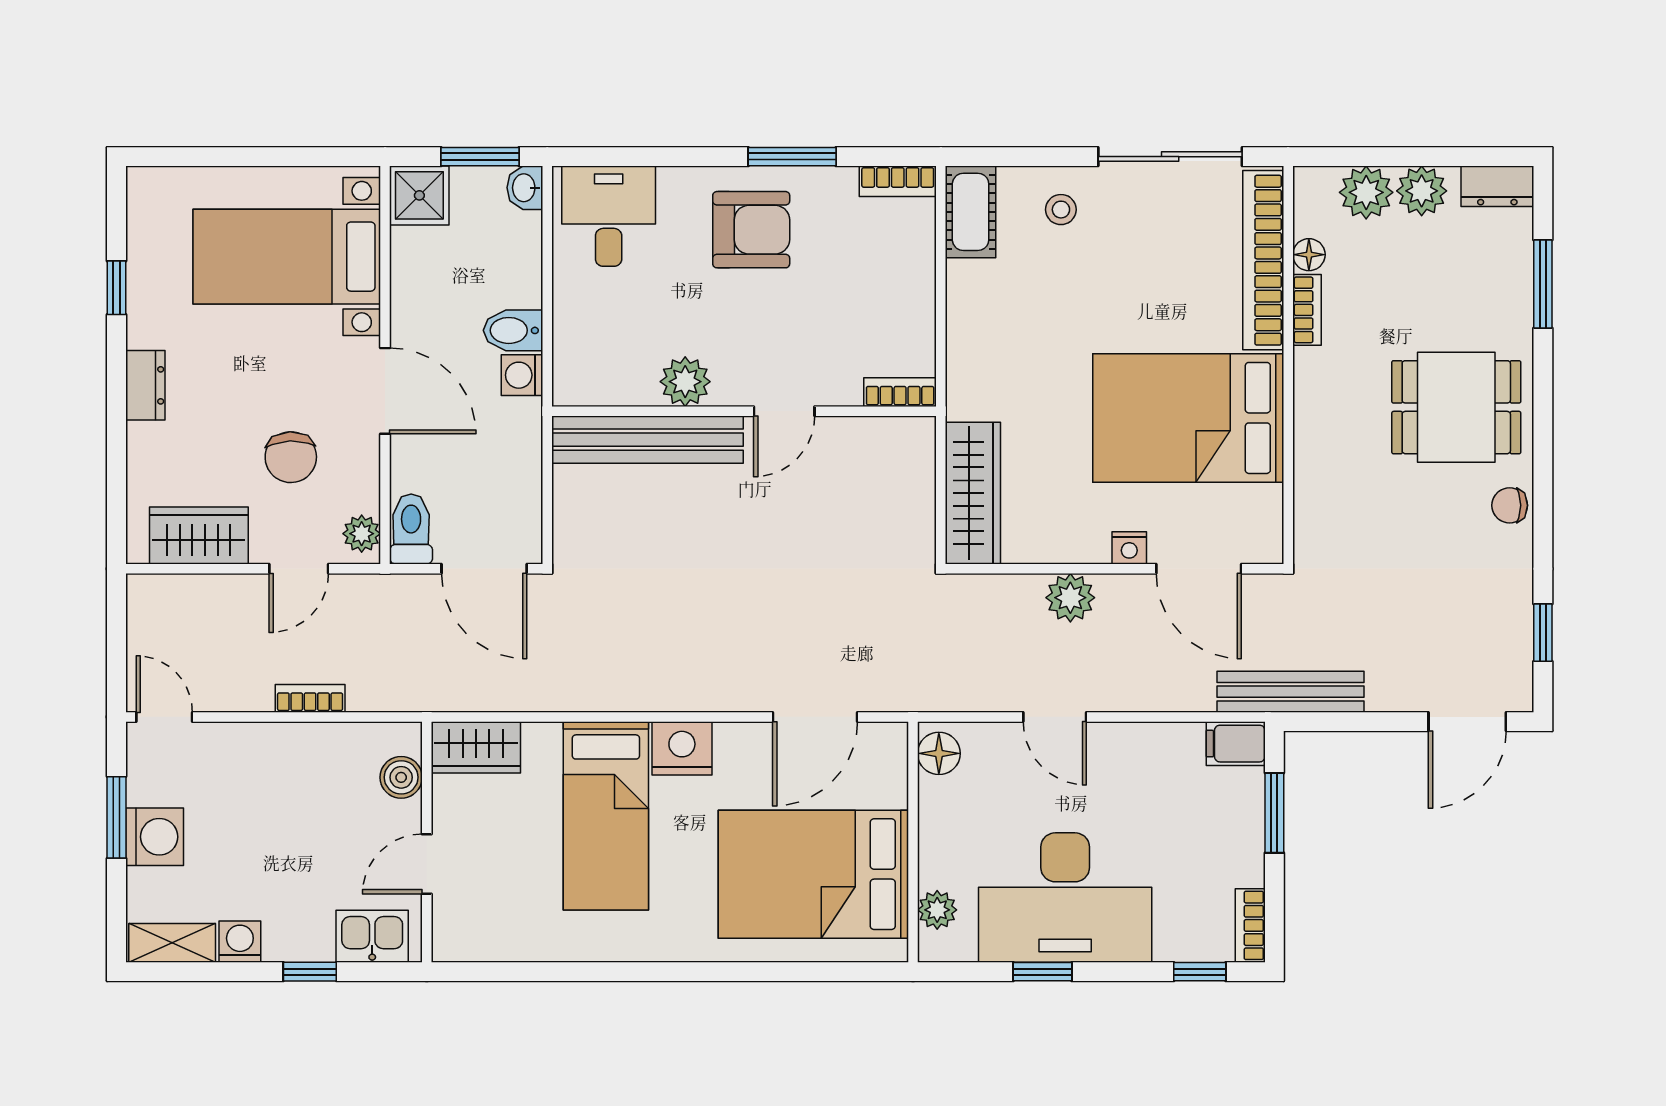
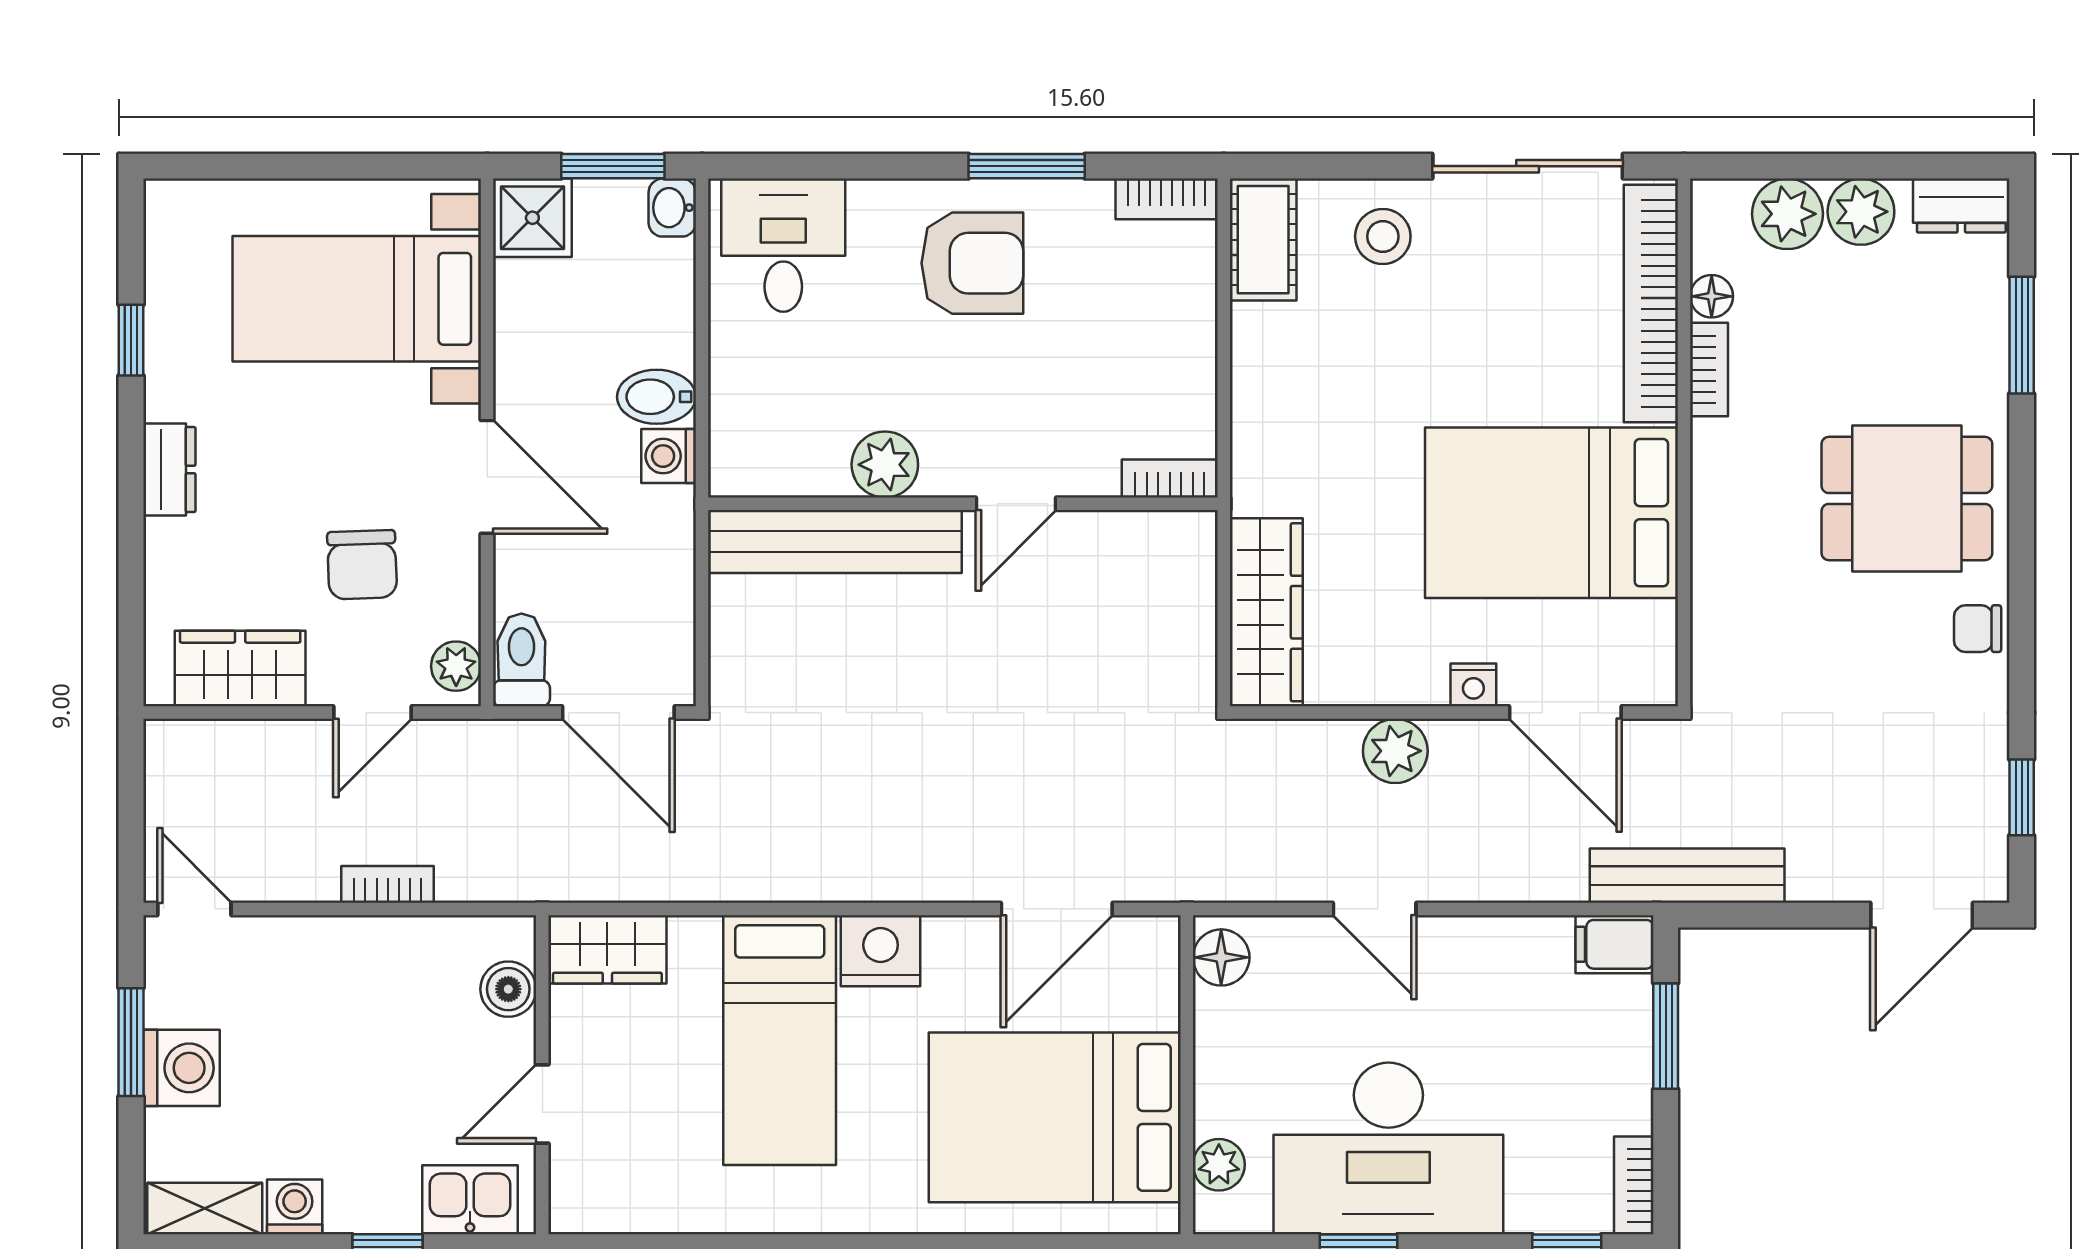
stool: (1061, 210) -> (1383, 236), width x1.37, depth x1.37

